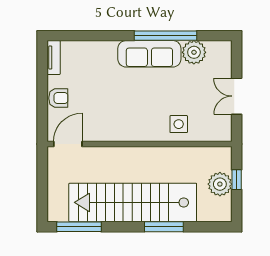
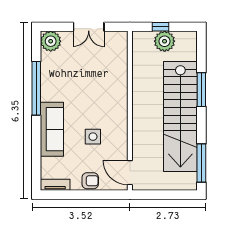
plant: (194, 52) -> (51, 41), moved
sofa: (149, 54) -> (52, 129), moved
armchair: (58, 98) -> (90, 181), turned 90
side table: (179, 124) -> (93, 137), moved

